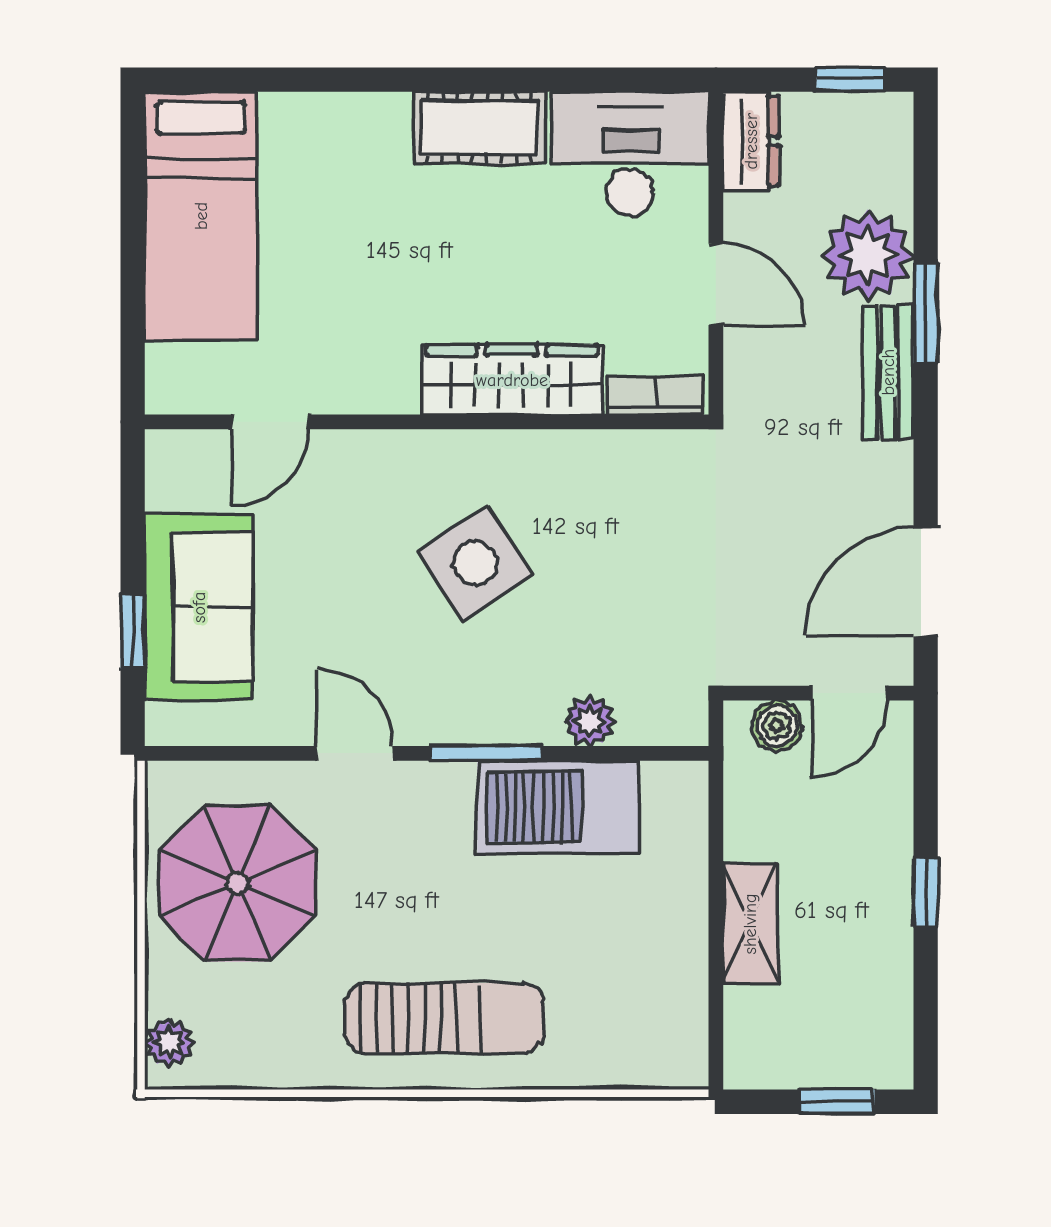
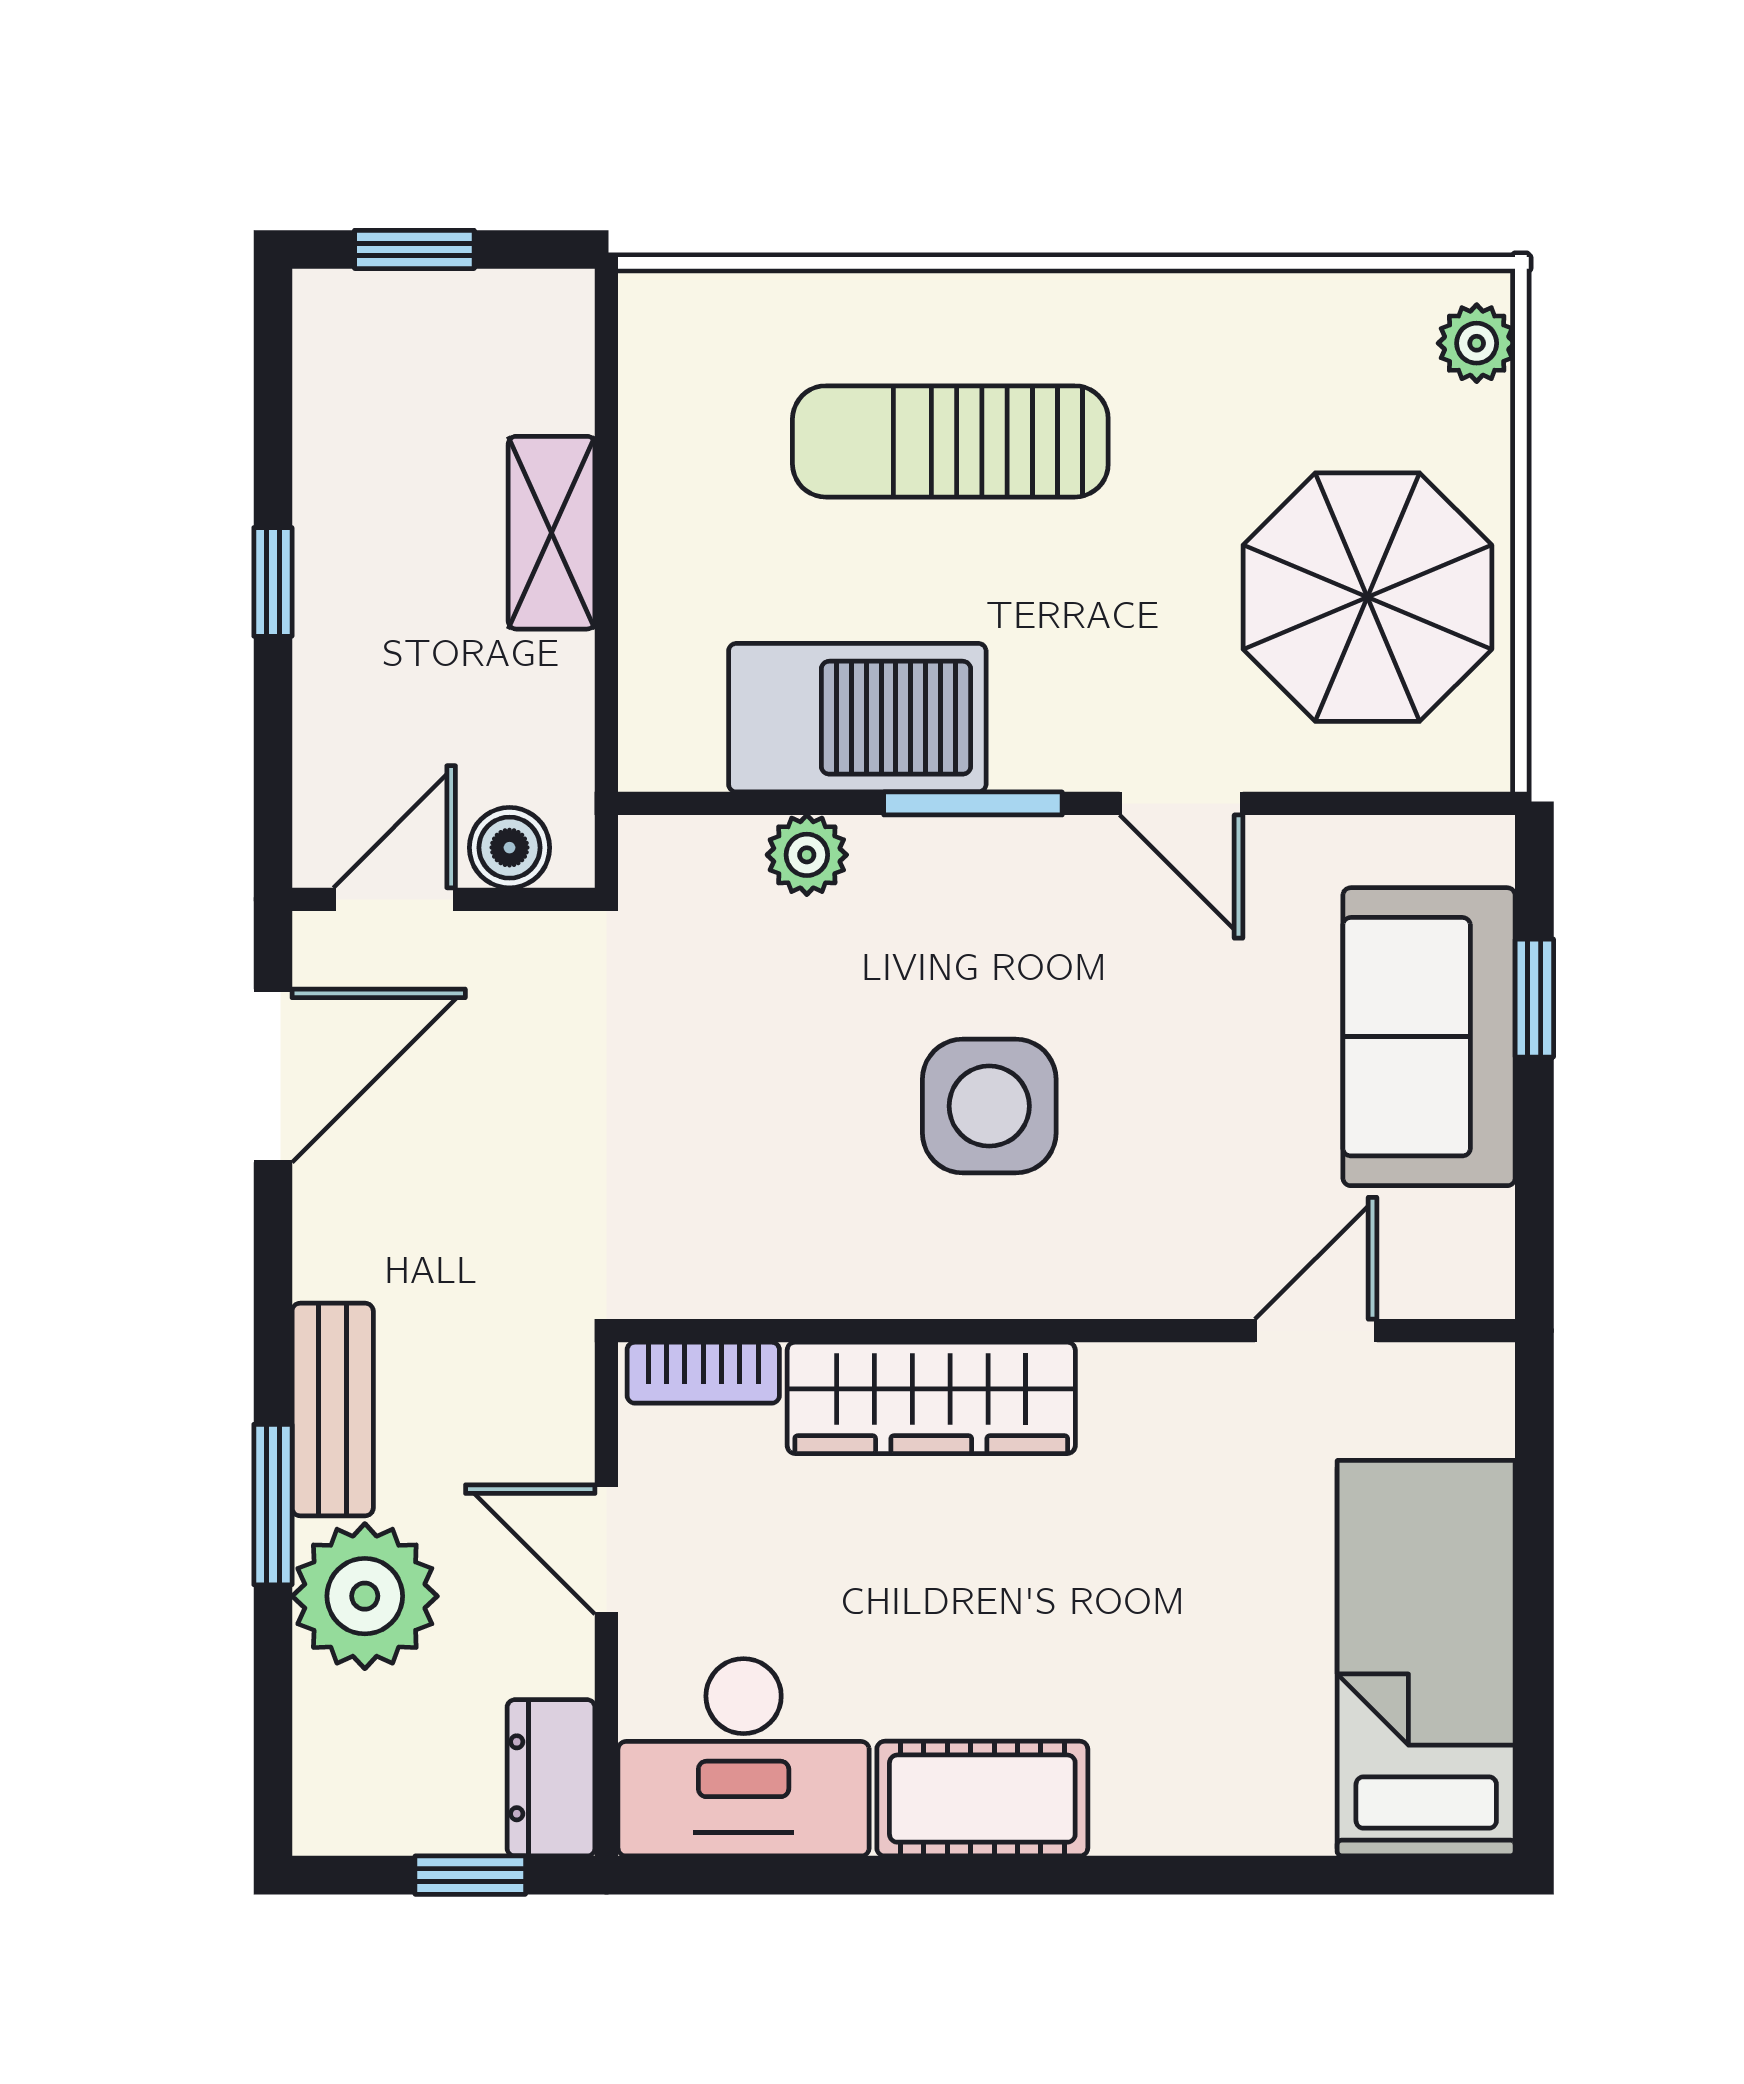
window: (850, 80) -> (470, 1875), moved
side table: (475, 563) -> (989, 1106), turned 33
sun lounger: (444, 1018) -> (950, 441), moved

